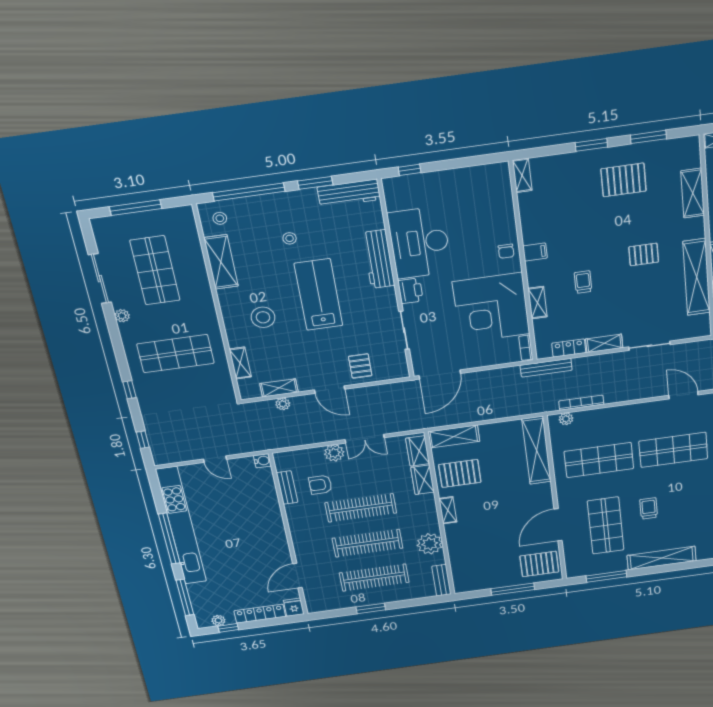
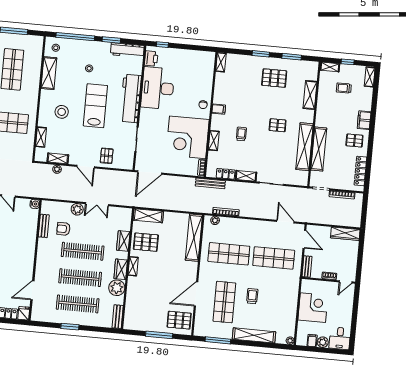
workbench: (378, 259) -> (131, 98), width x1.36, depth x1.32
printer: (410, 291) -> (151, 59), moved
wardrobe: (418, 451) -> (121, 269), moved

